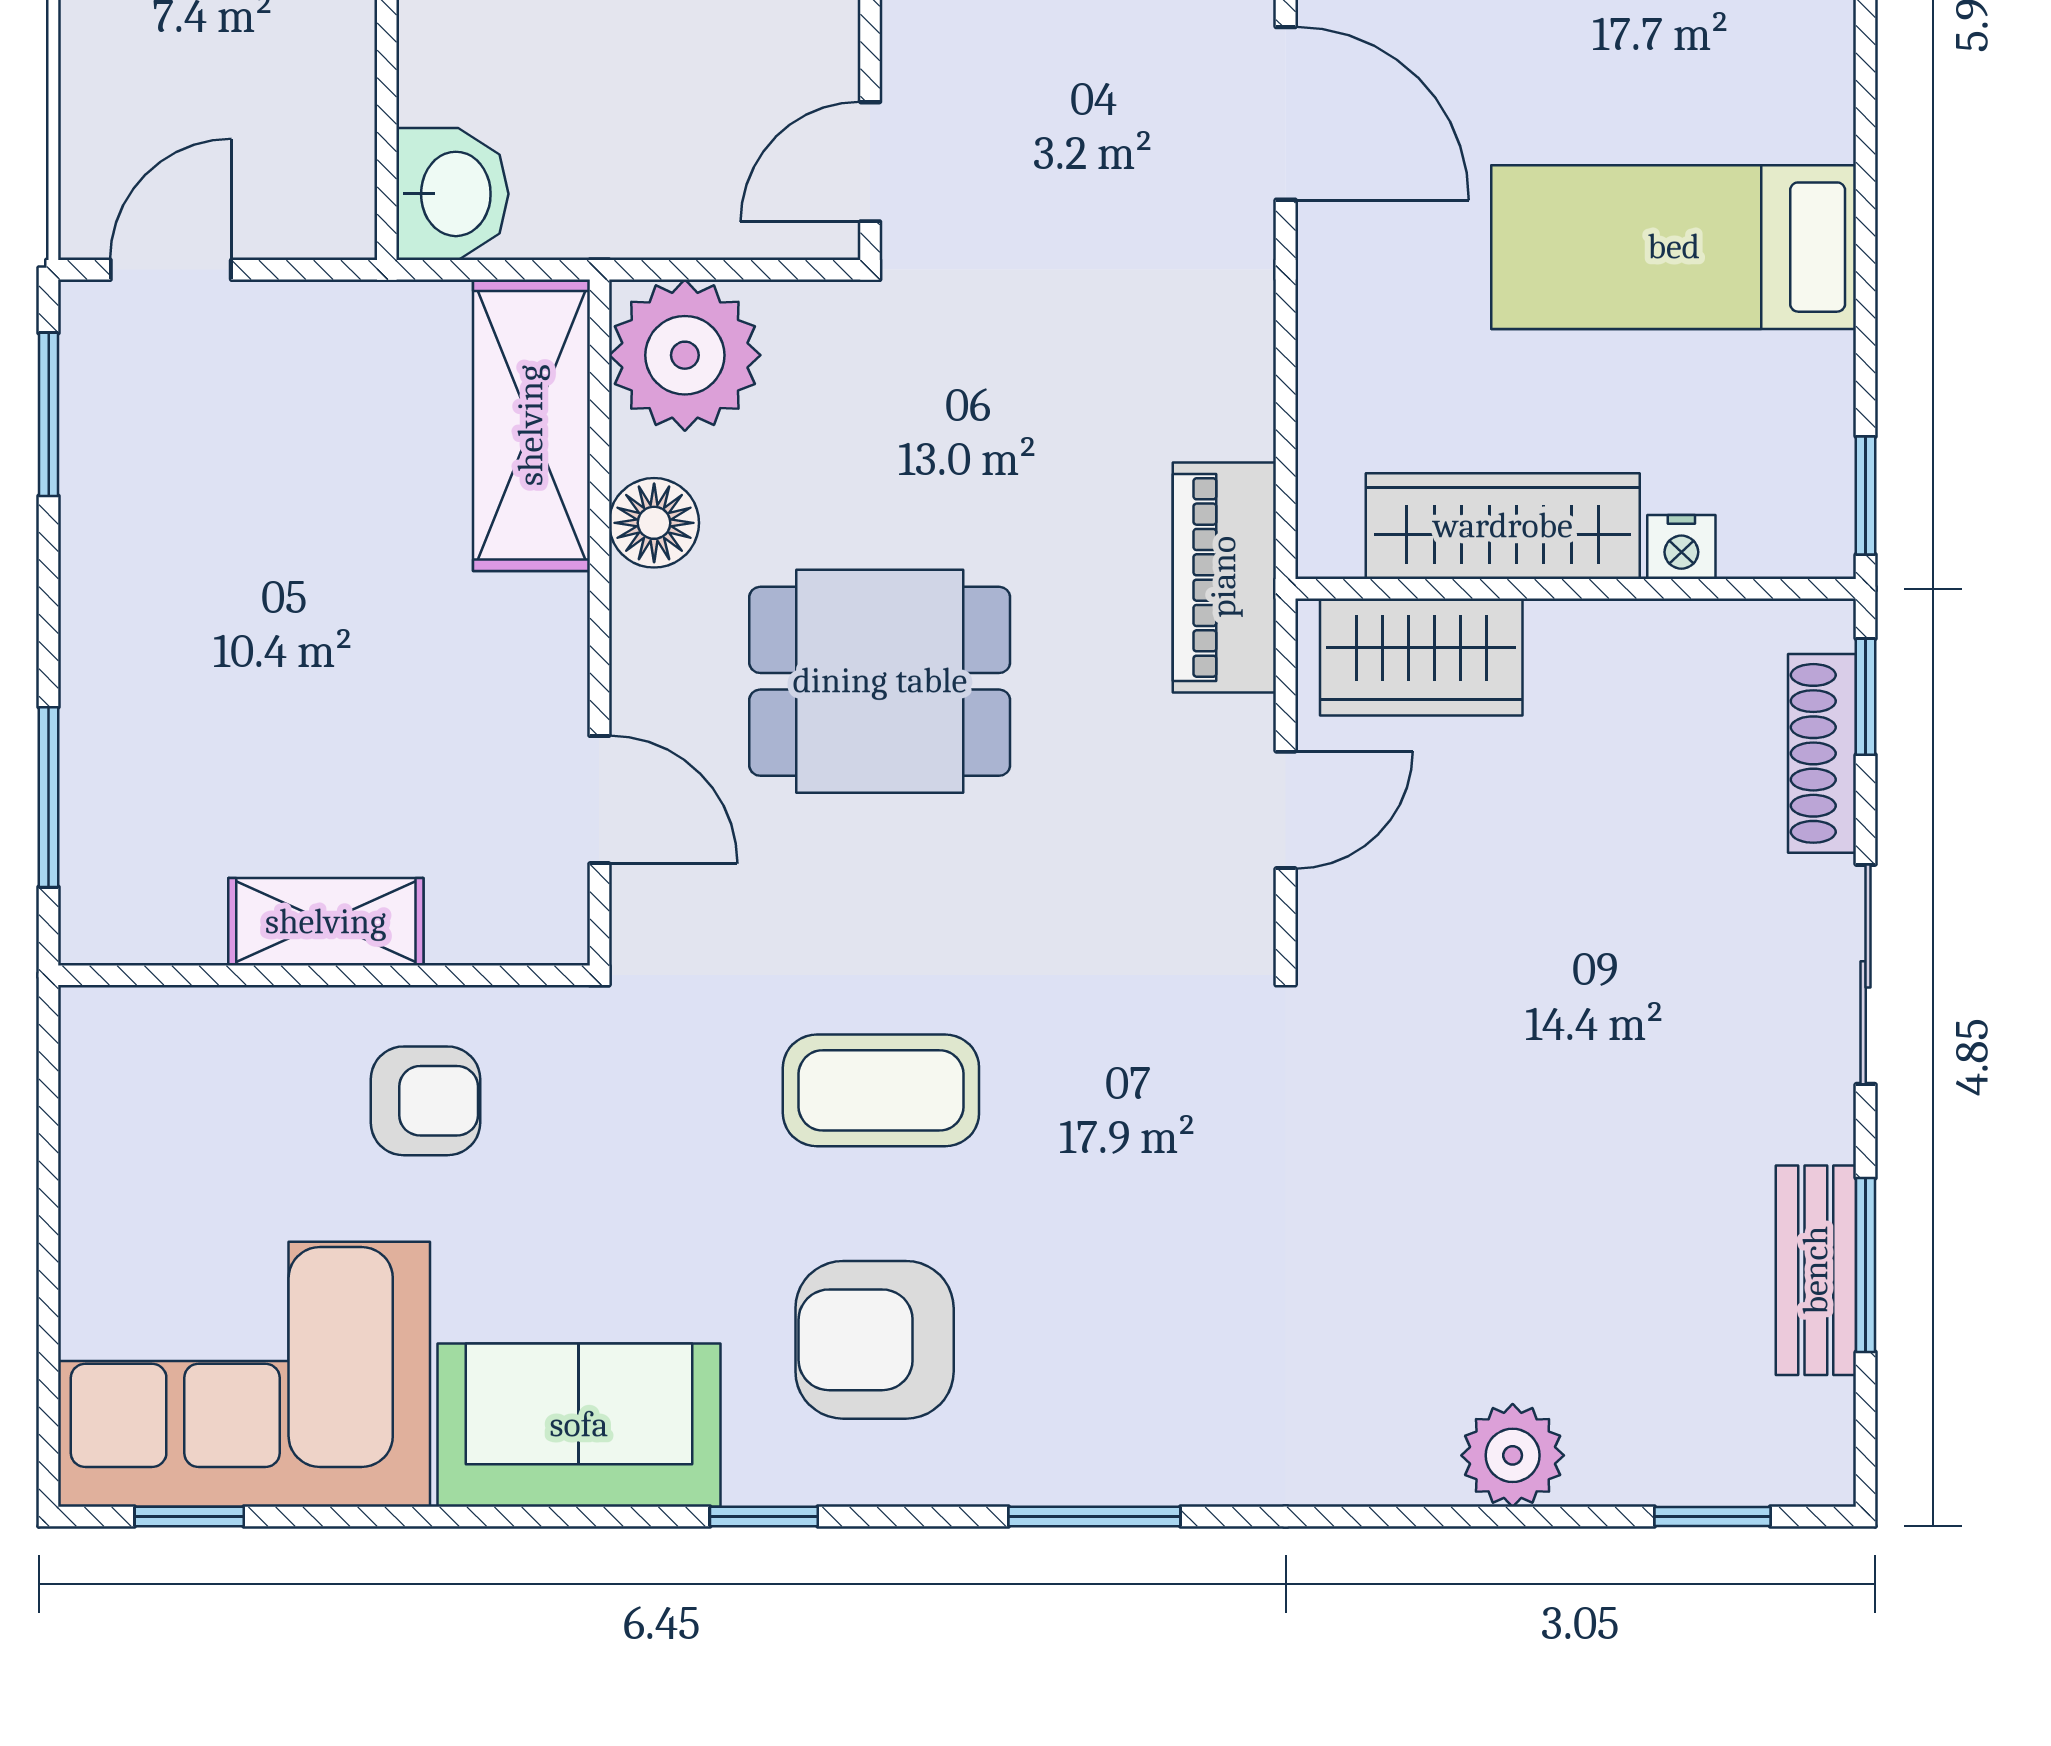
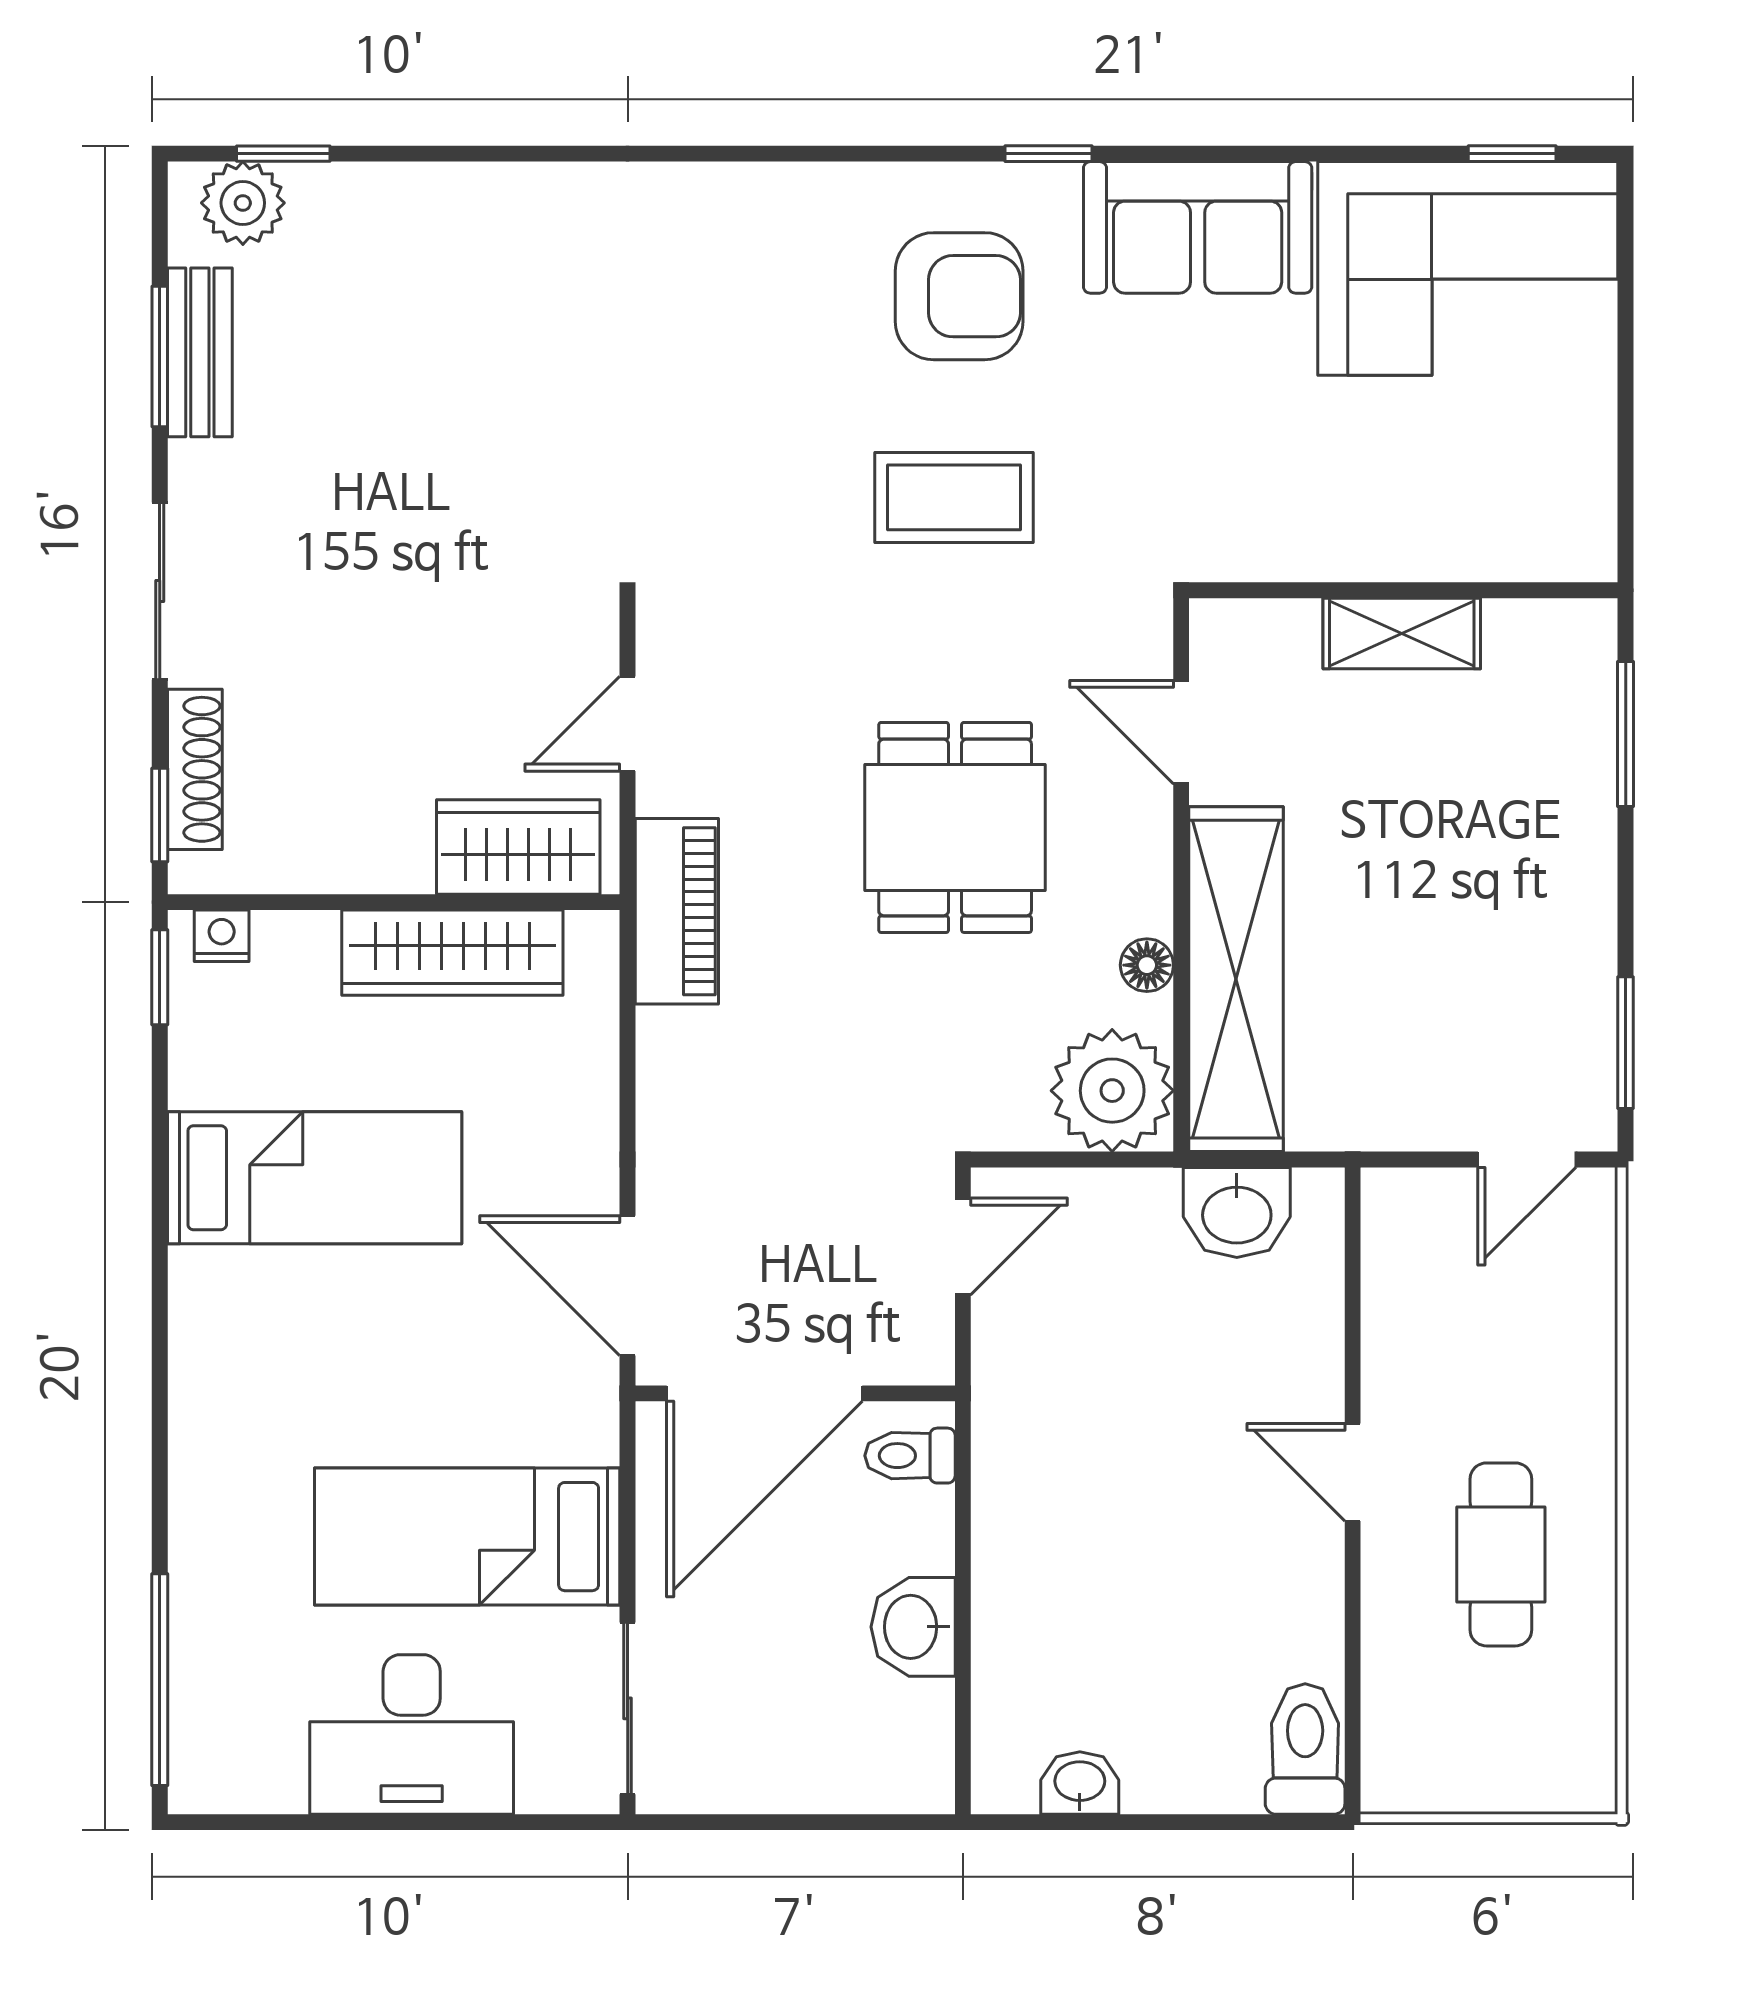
washbasin: (452, 194) -> (1237, 1212), moved, turned -90
shelving: (531, 425) -> (1236, 979), width x1.47
floor lamp: (654, 523) -> (1147, 965), width x0.73, depth x0.73
nightstand: (1681, 547) -> (222, 936), moved
dining table: (880, 681) -> (955, 827), turned 90
armchair: (426, 1101) -> (1321, 489), removed
plant: (1513, 1455) -> (243, 203), moved
window: (1094, 1517) -> (782, 154), removed

